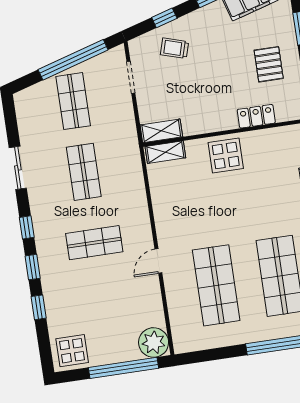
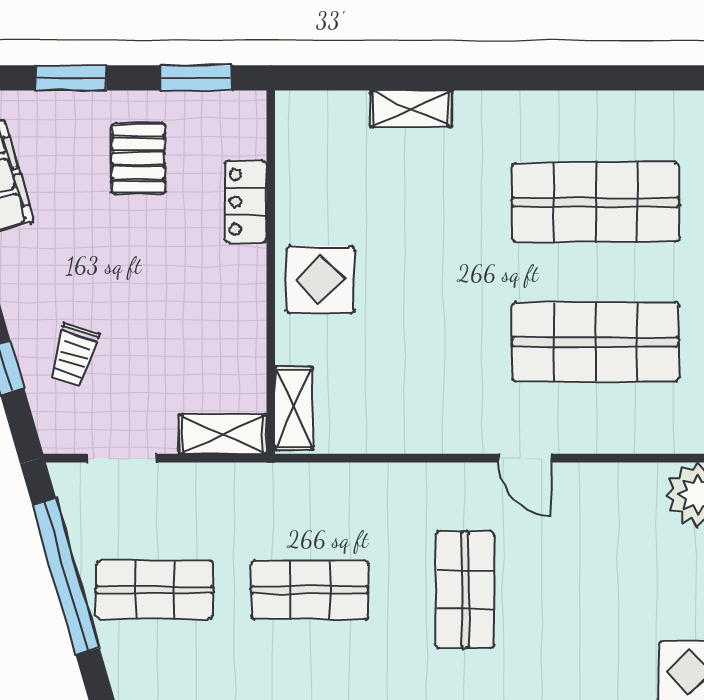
pallet: (269, 64) -> (138, 158), turned 90
shelving: (161, 131) -> (223, 434), moved, turned 90

